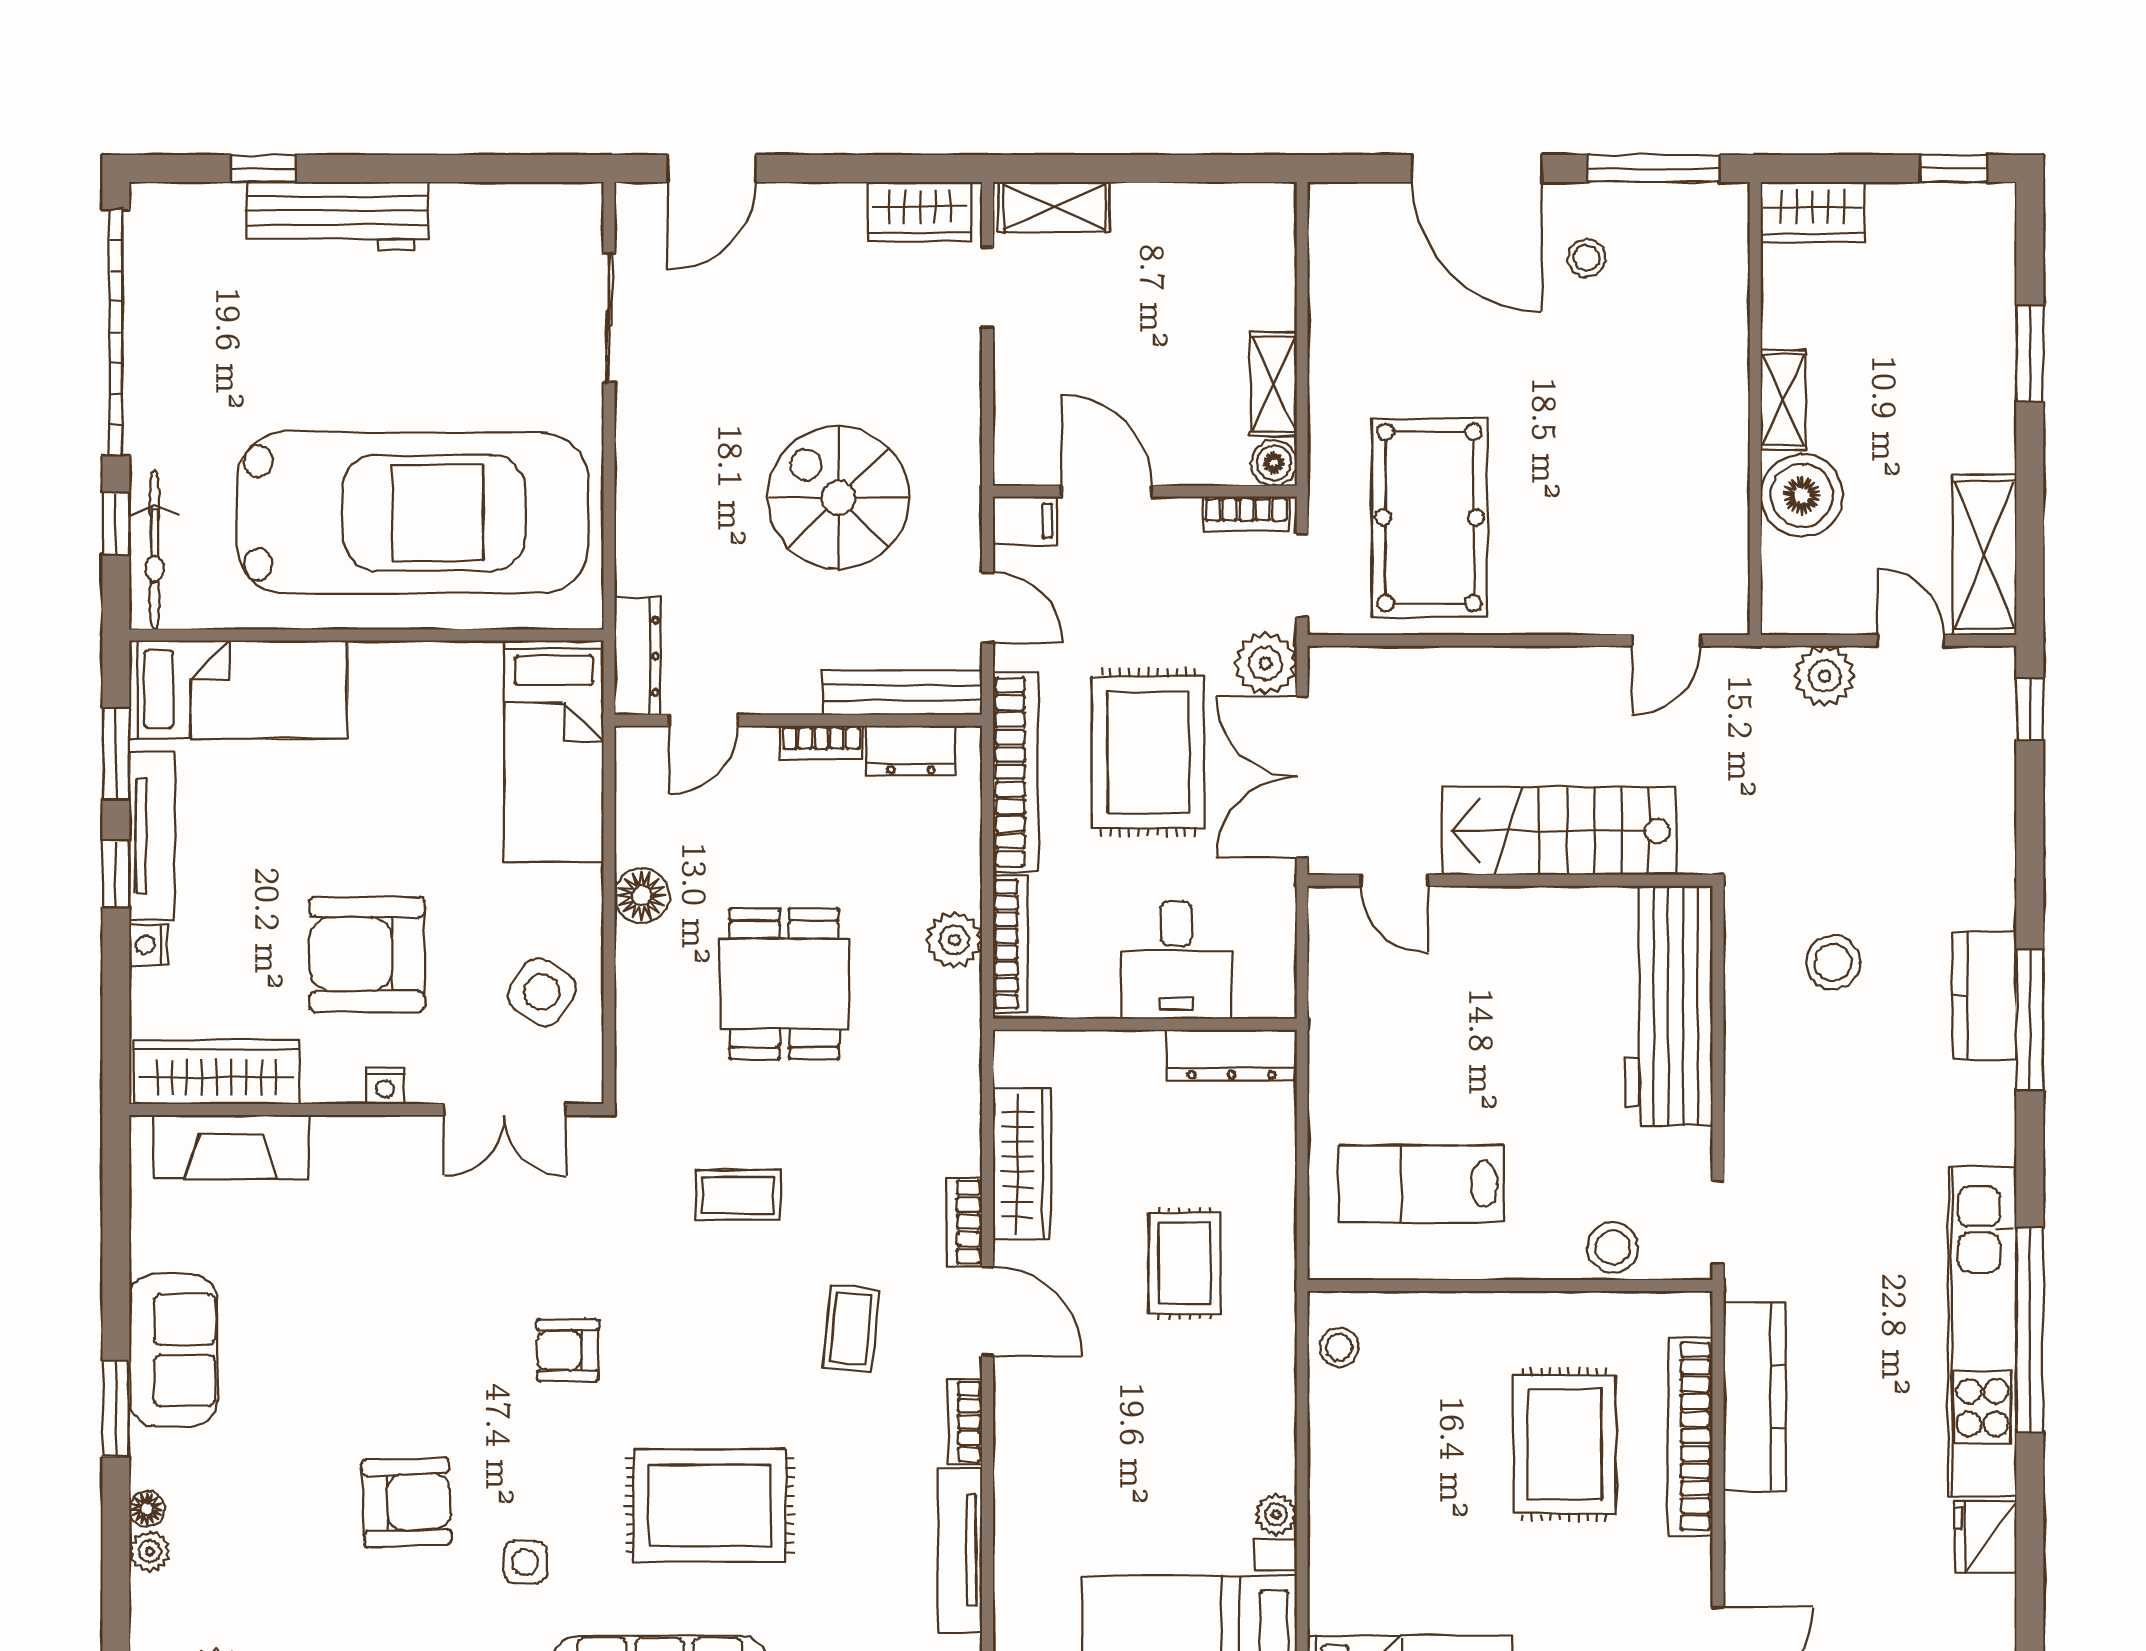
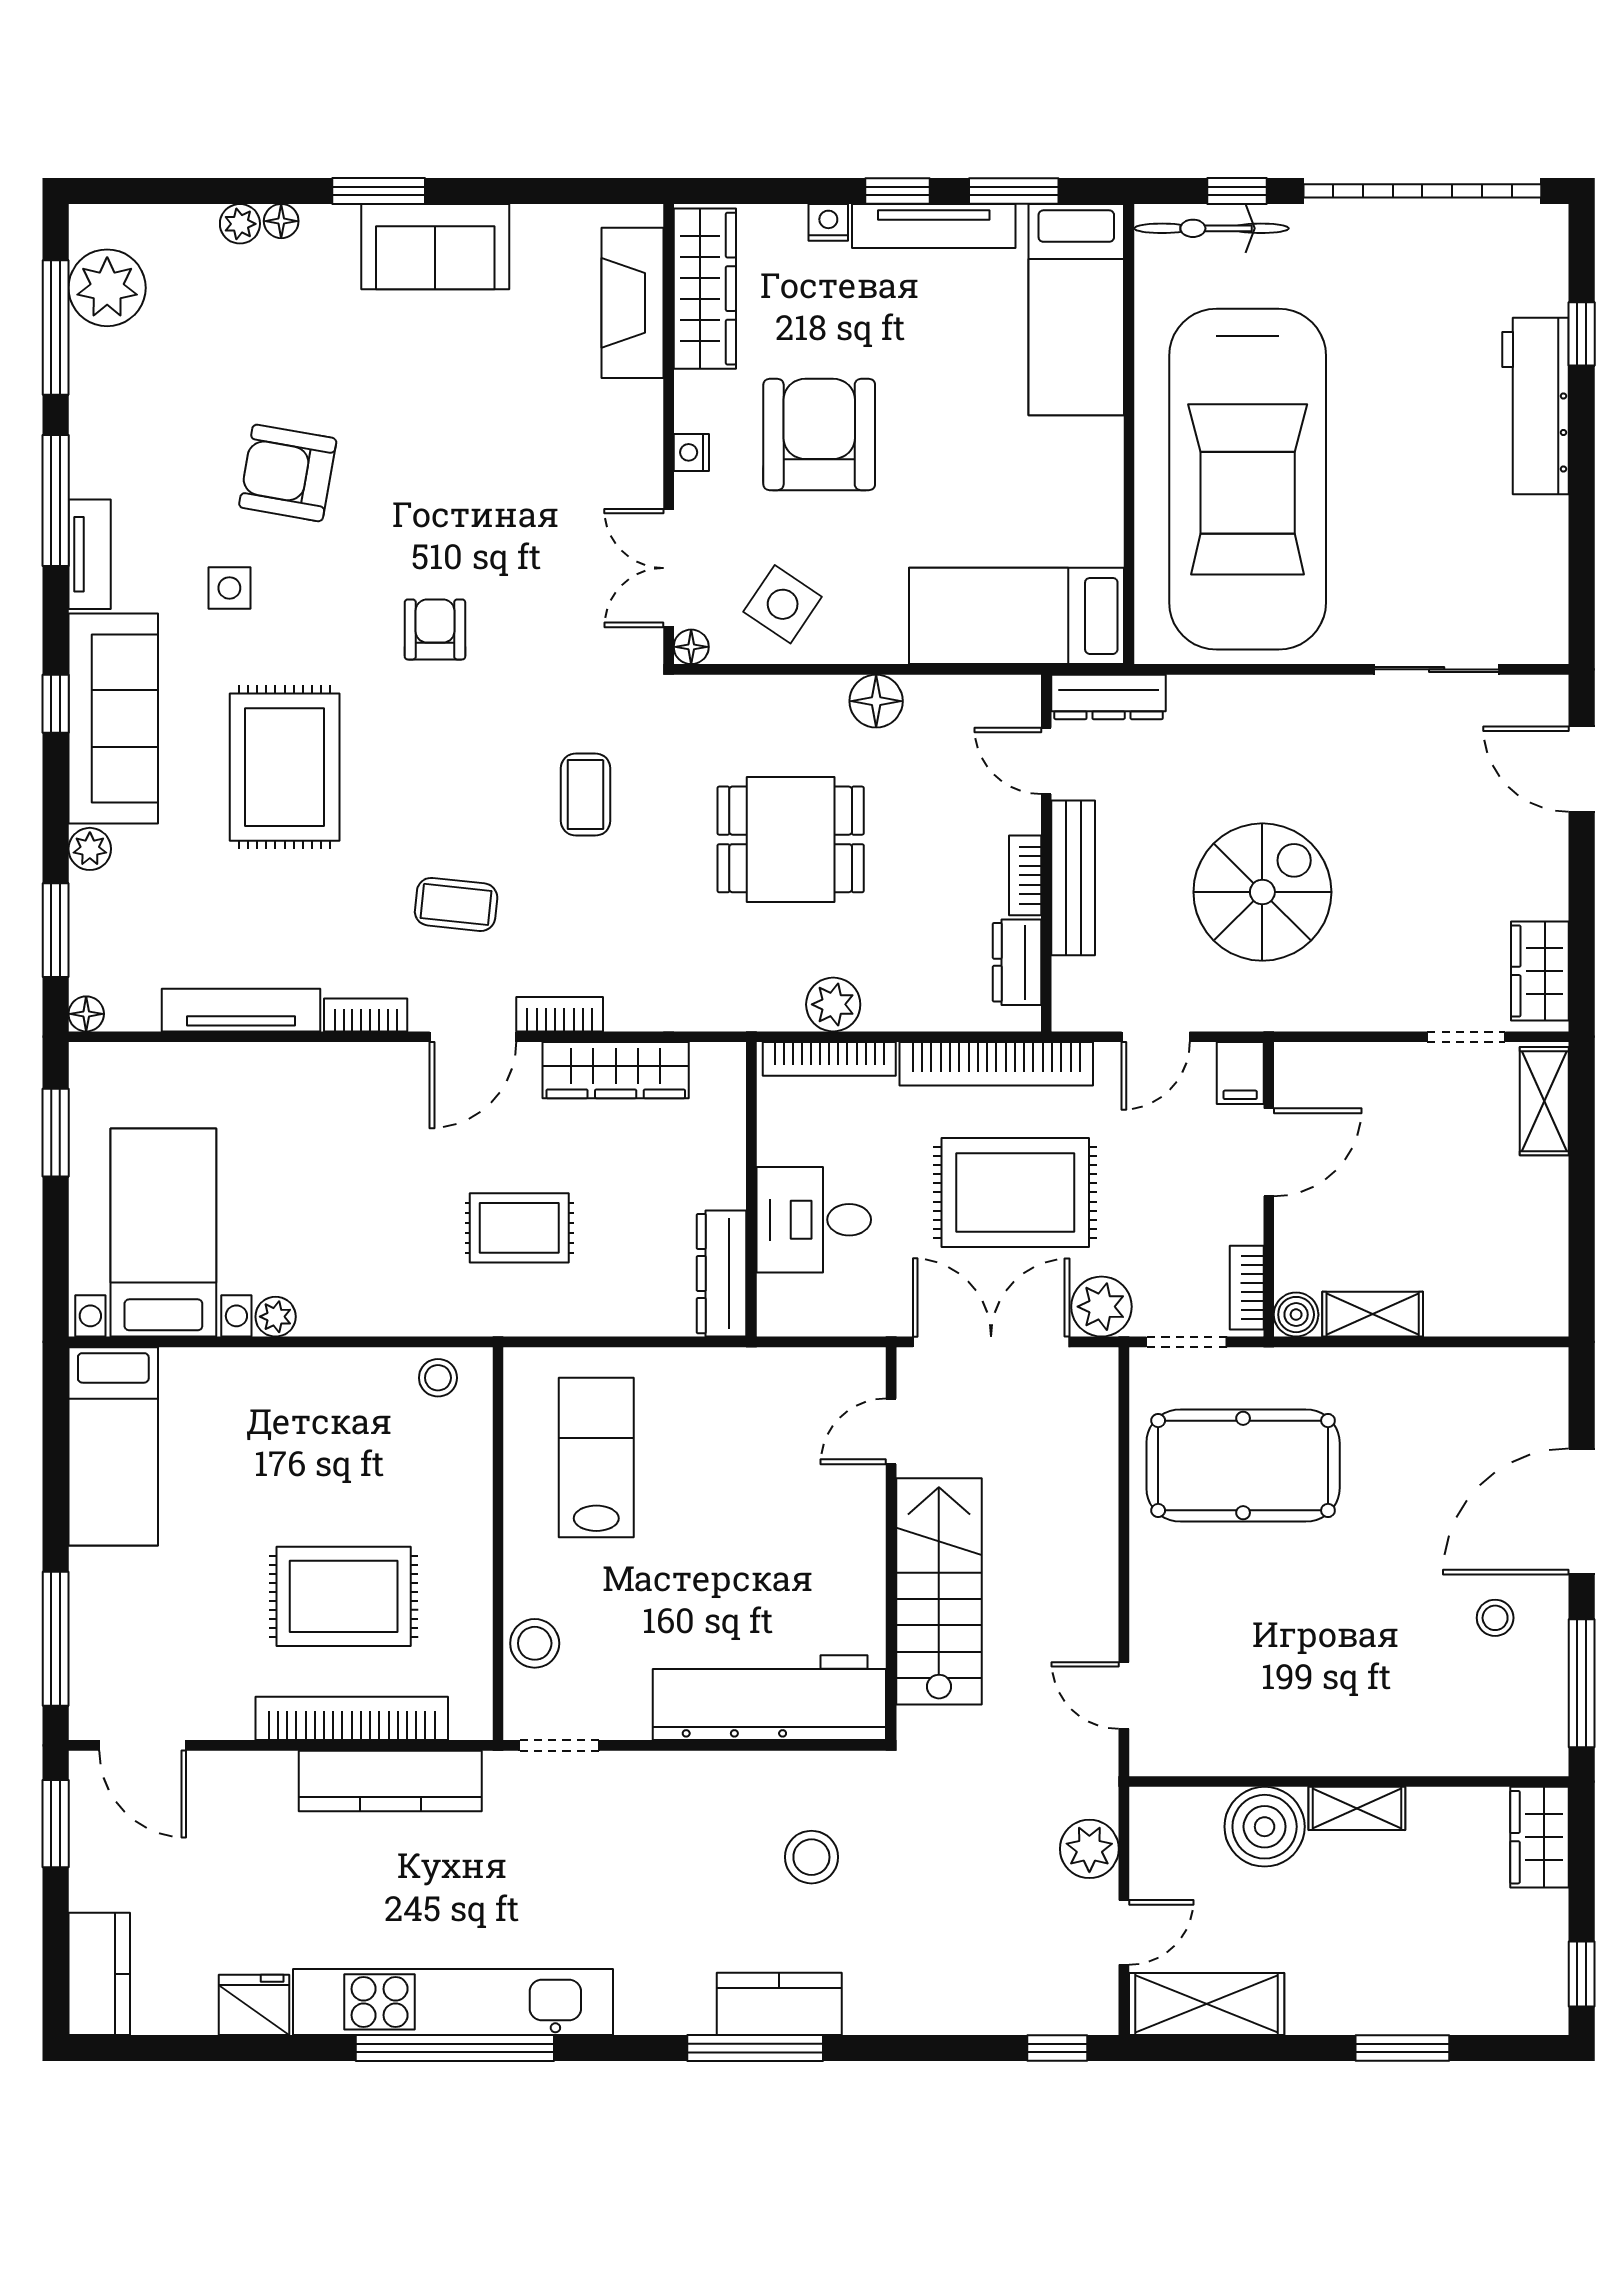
bench: (902, 693) -> (1073, 878), moved
floor lamp: (586, 1086) -> (691, 647), added
armchair: (407, 1502) -> (288, 473), turned 102

